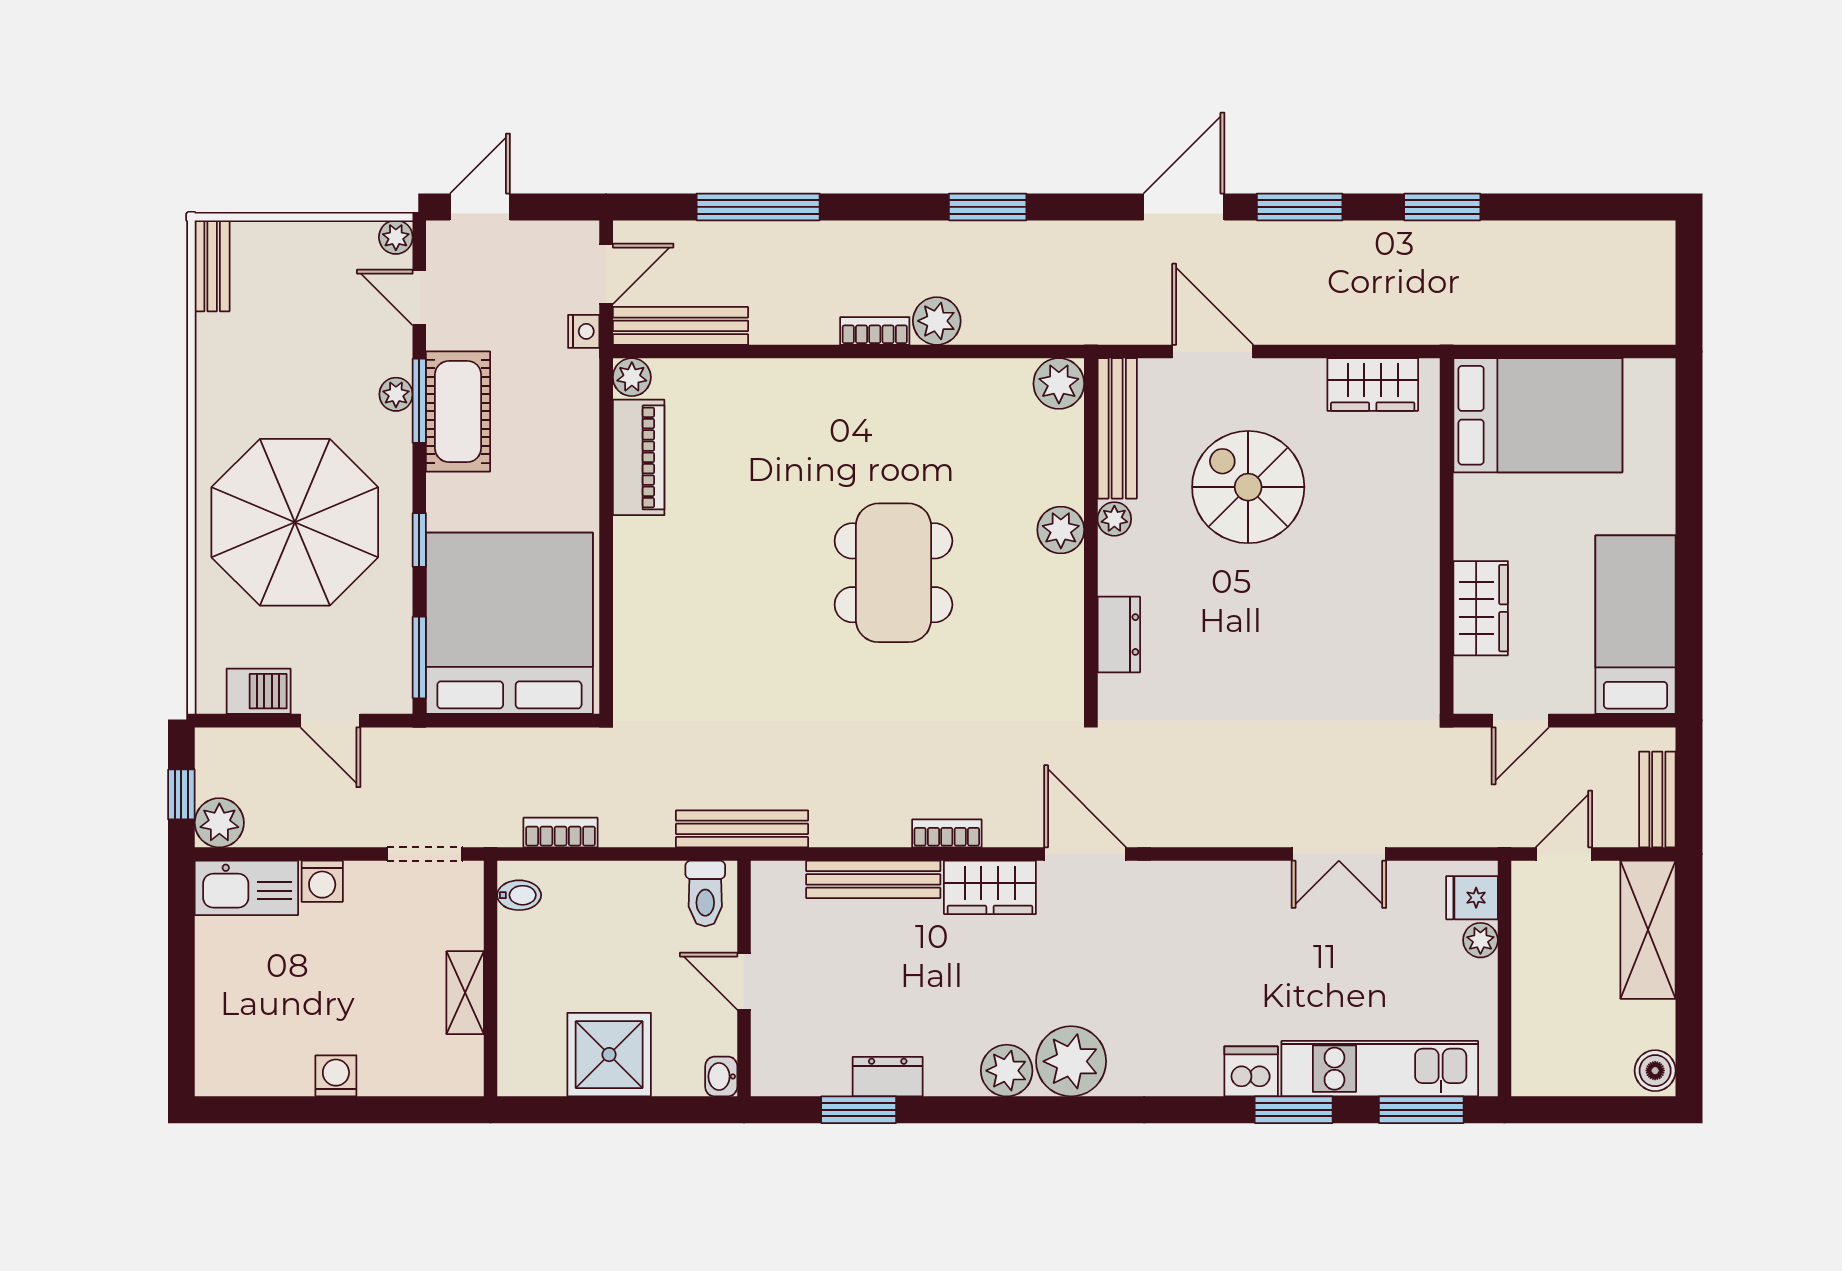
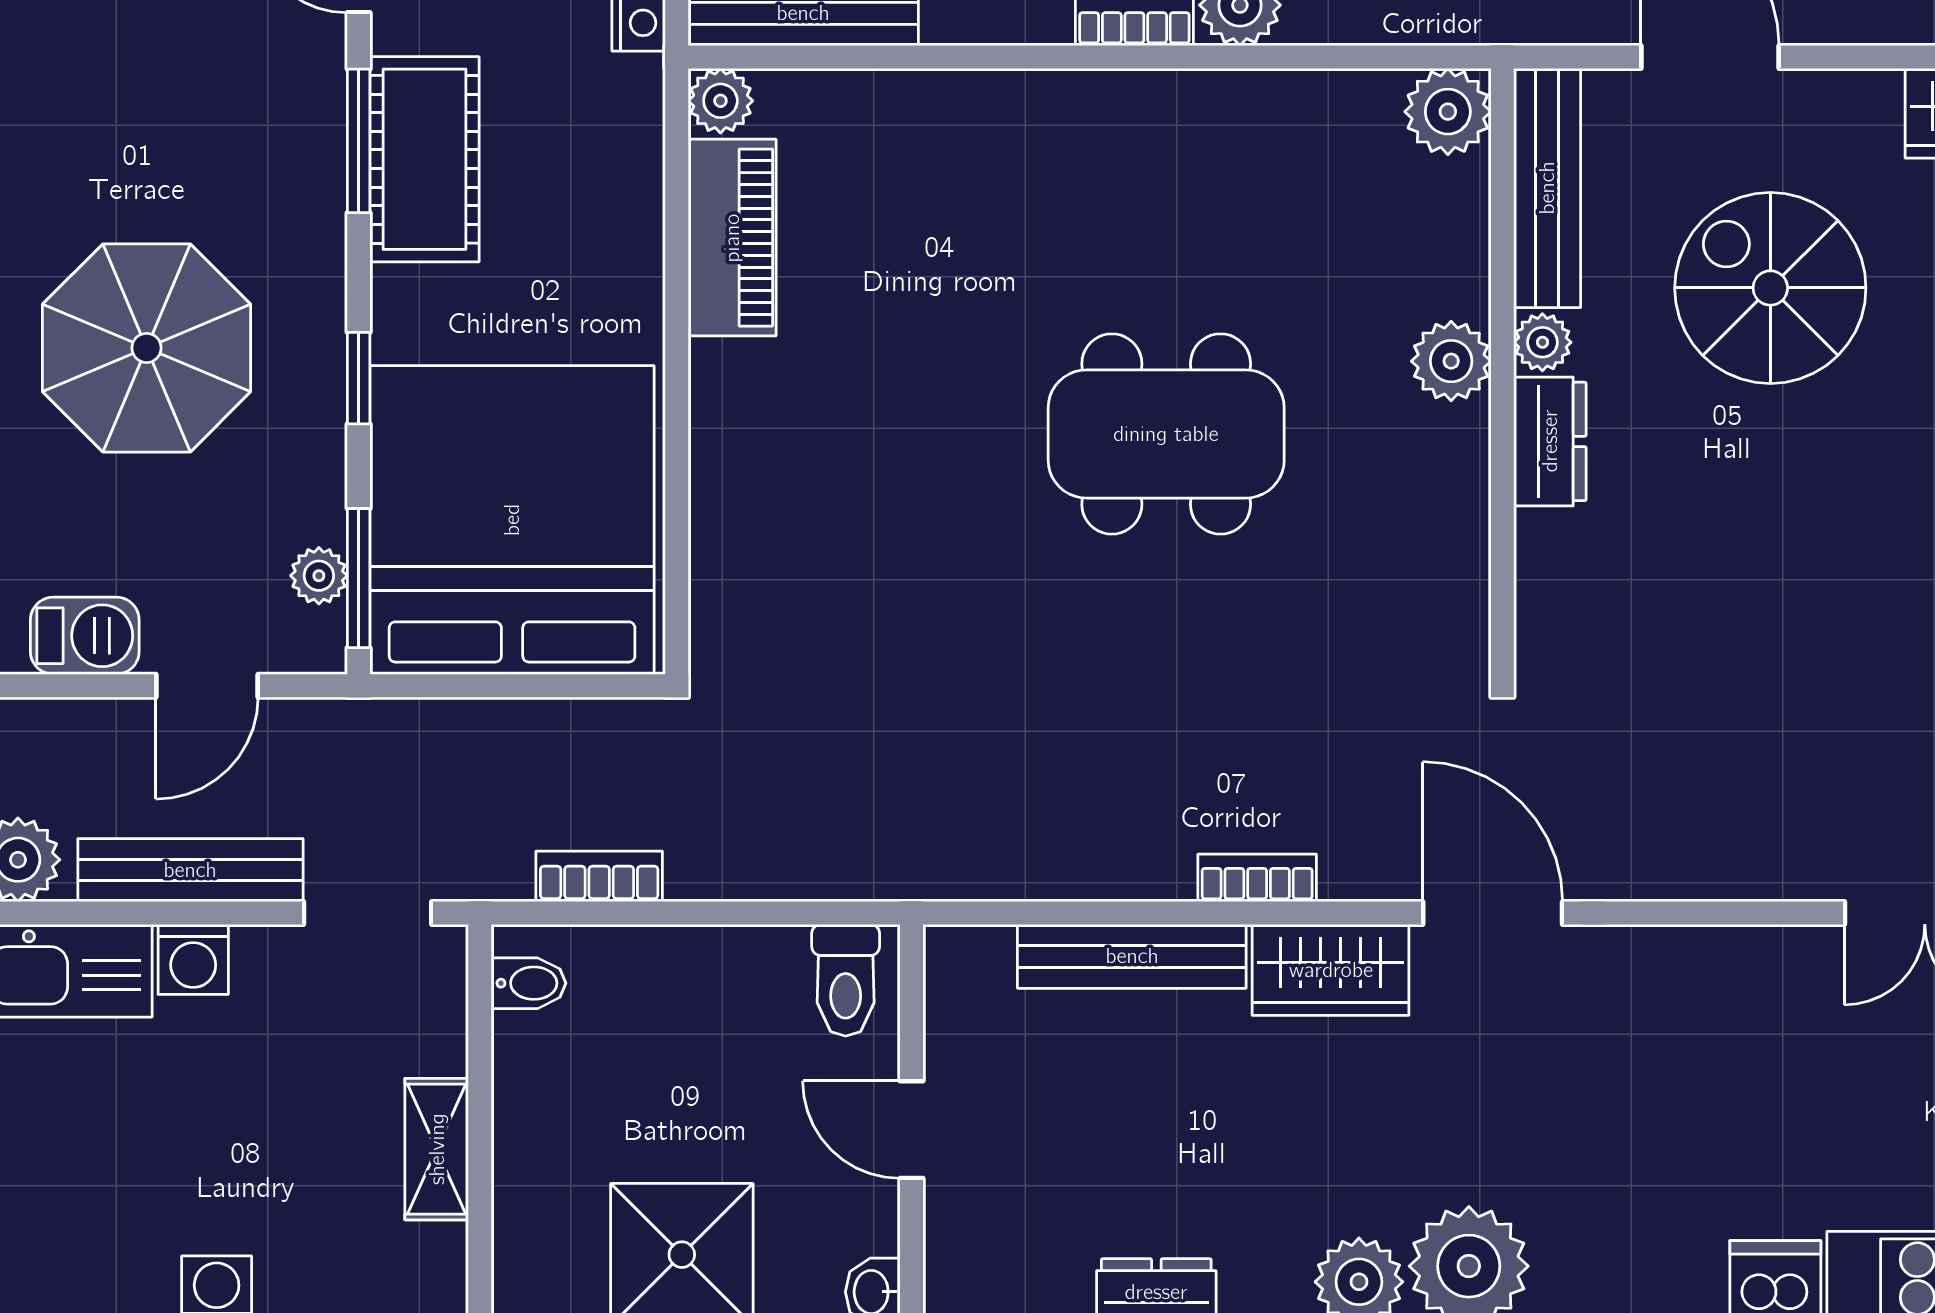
plant: (396, 394) -> (319, 576), moved
parasol: (295, 522) -> (147, 348), width x0.73, depth x0.73
dining table: (893, 573) -> (1166, 434), turned 90
dresser: (1119, 635) -> (1550, 441), moved
door: (330, 721) -> (207, 686), hinge flipped
bench: (742, 829) -> (190, 870), moved

